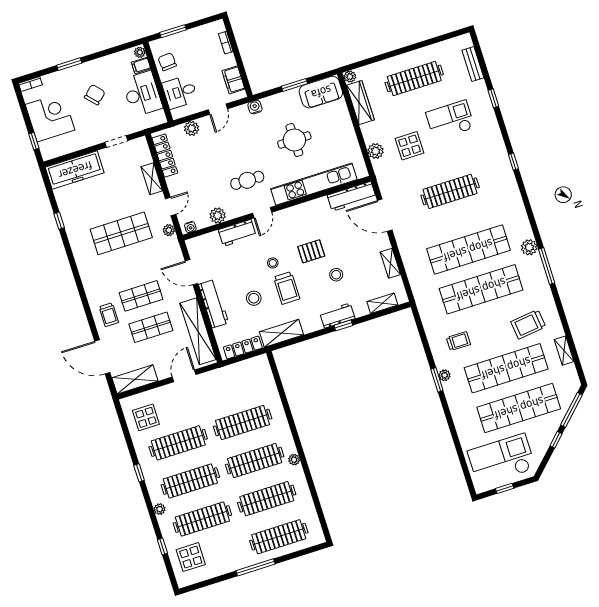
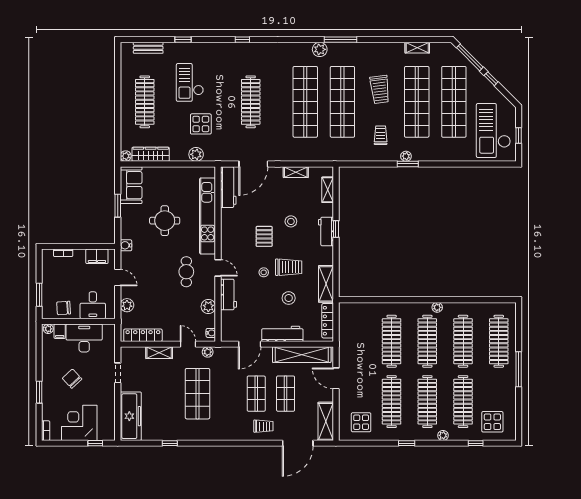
trolley: (528, 324) -> (380, 89), moved

